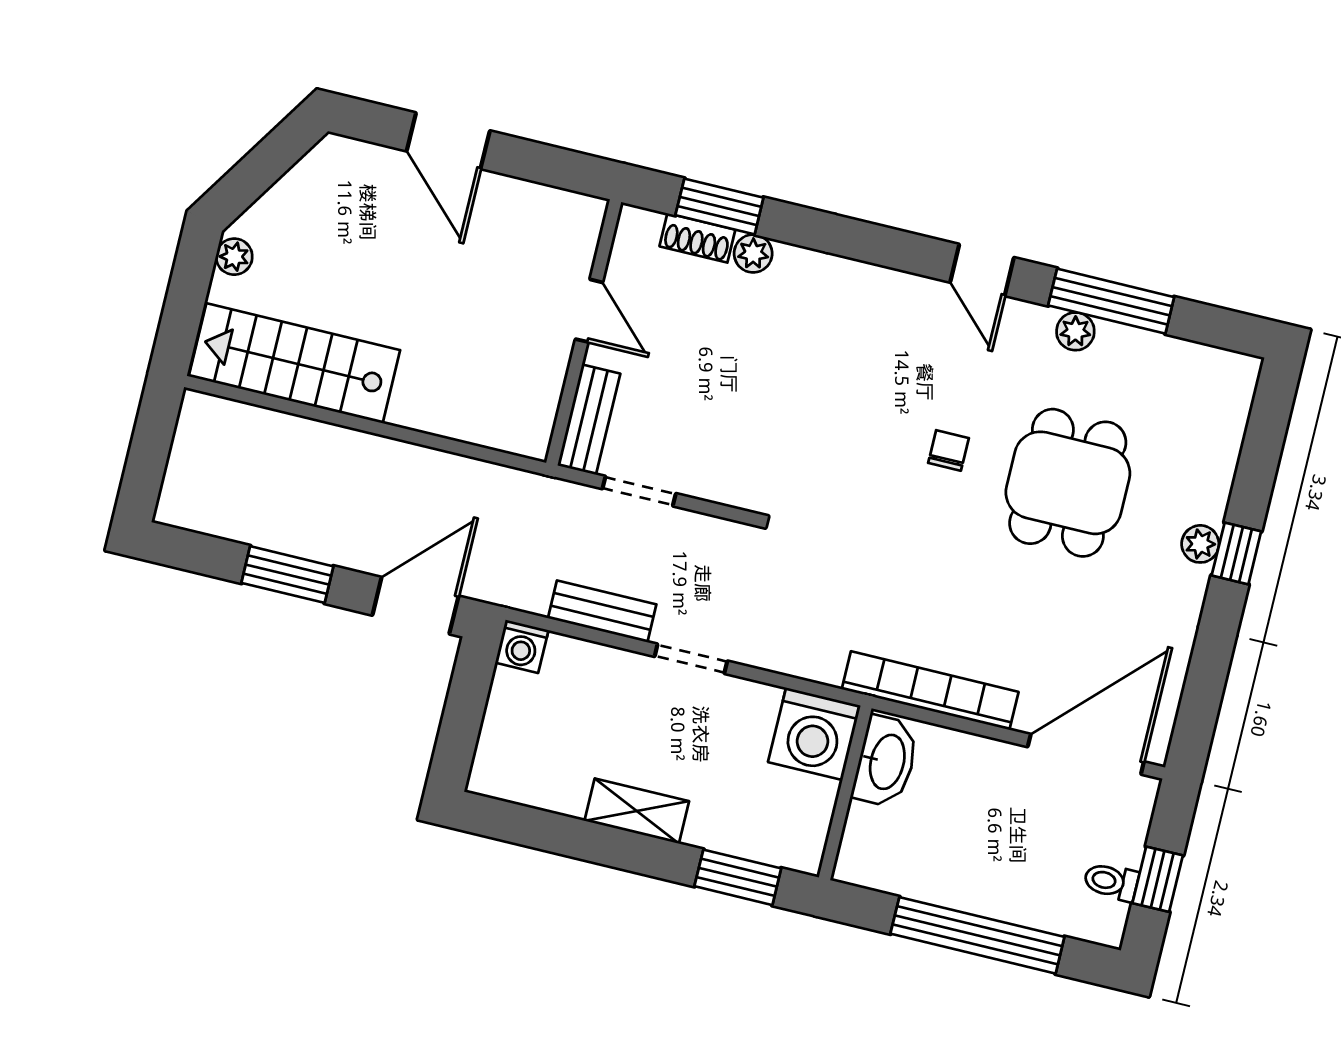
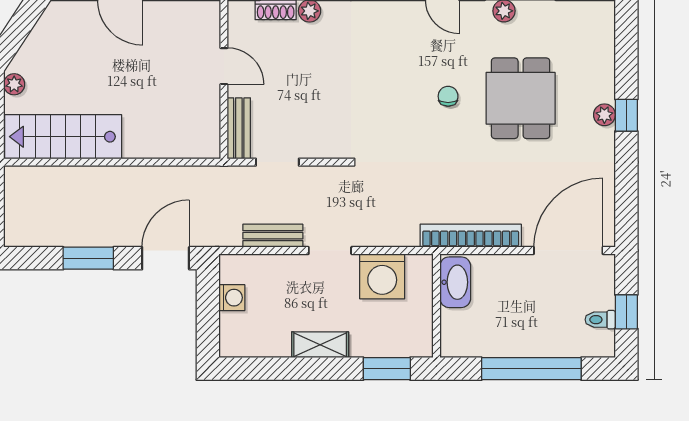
washing machine: (522, 646) -> (232, 298), moved, turned -90
washing machine: (814, 734) -> (382, 276), moved

